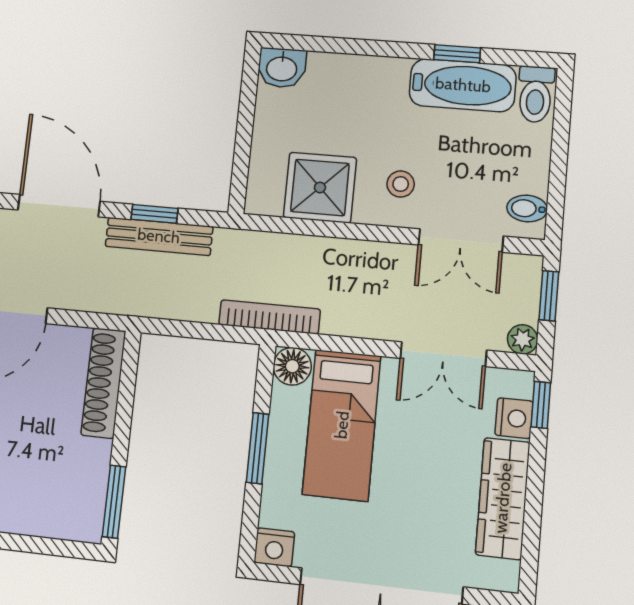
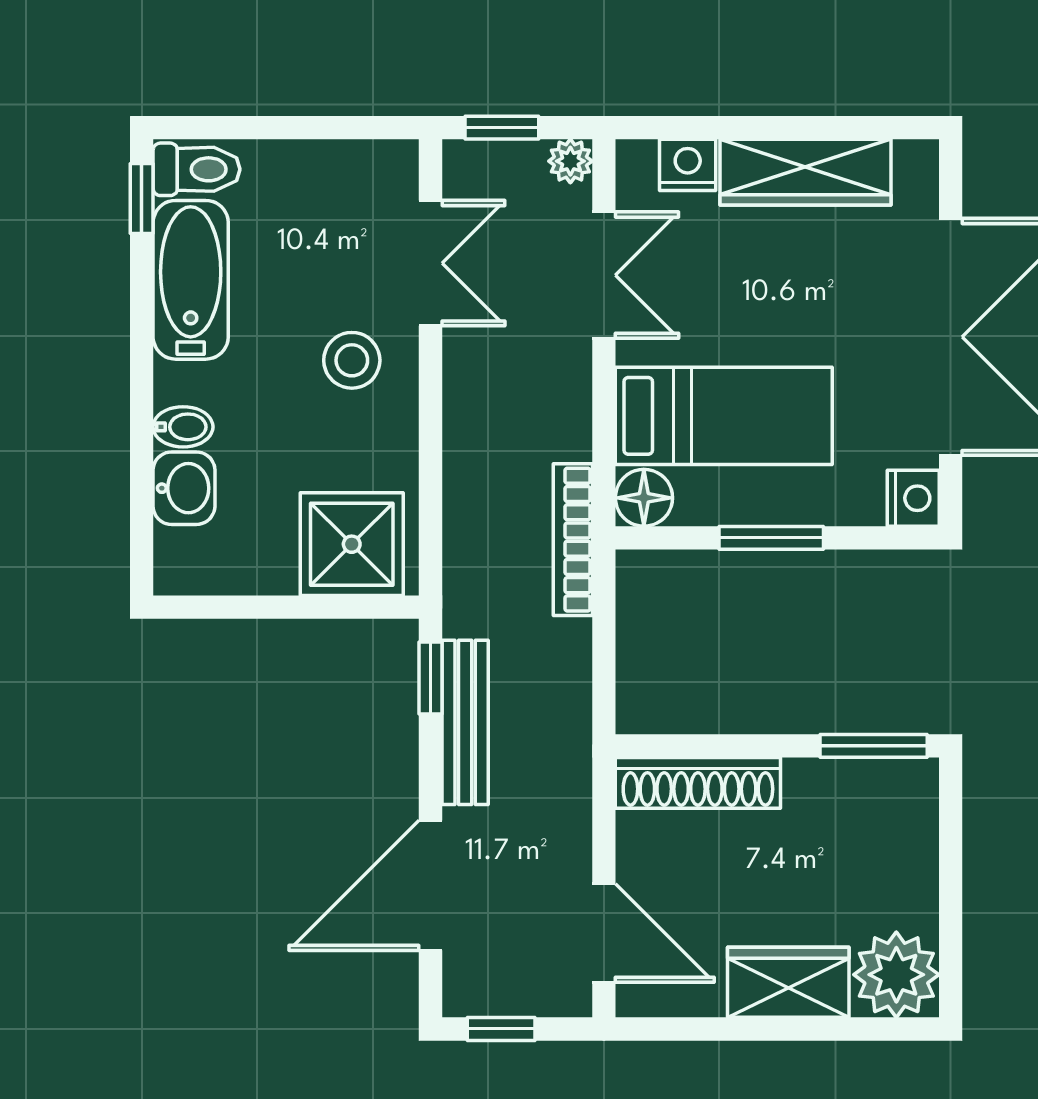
window: (457, 54) -> (142, 198), moved
washbasin: (282, 68) -> (184, 488), moved
stool: (401, 184) -> (352, 360), width x1.37, depth x1.37
shower: (320, 187) -> (352, 544), moved
bidet: (527, 208) -> (183, 427), moved, turned -90
window: (155, 214) -> (431, 678), moved
window: (541, 405) -> (664, 128), removed

